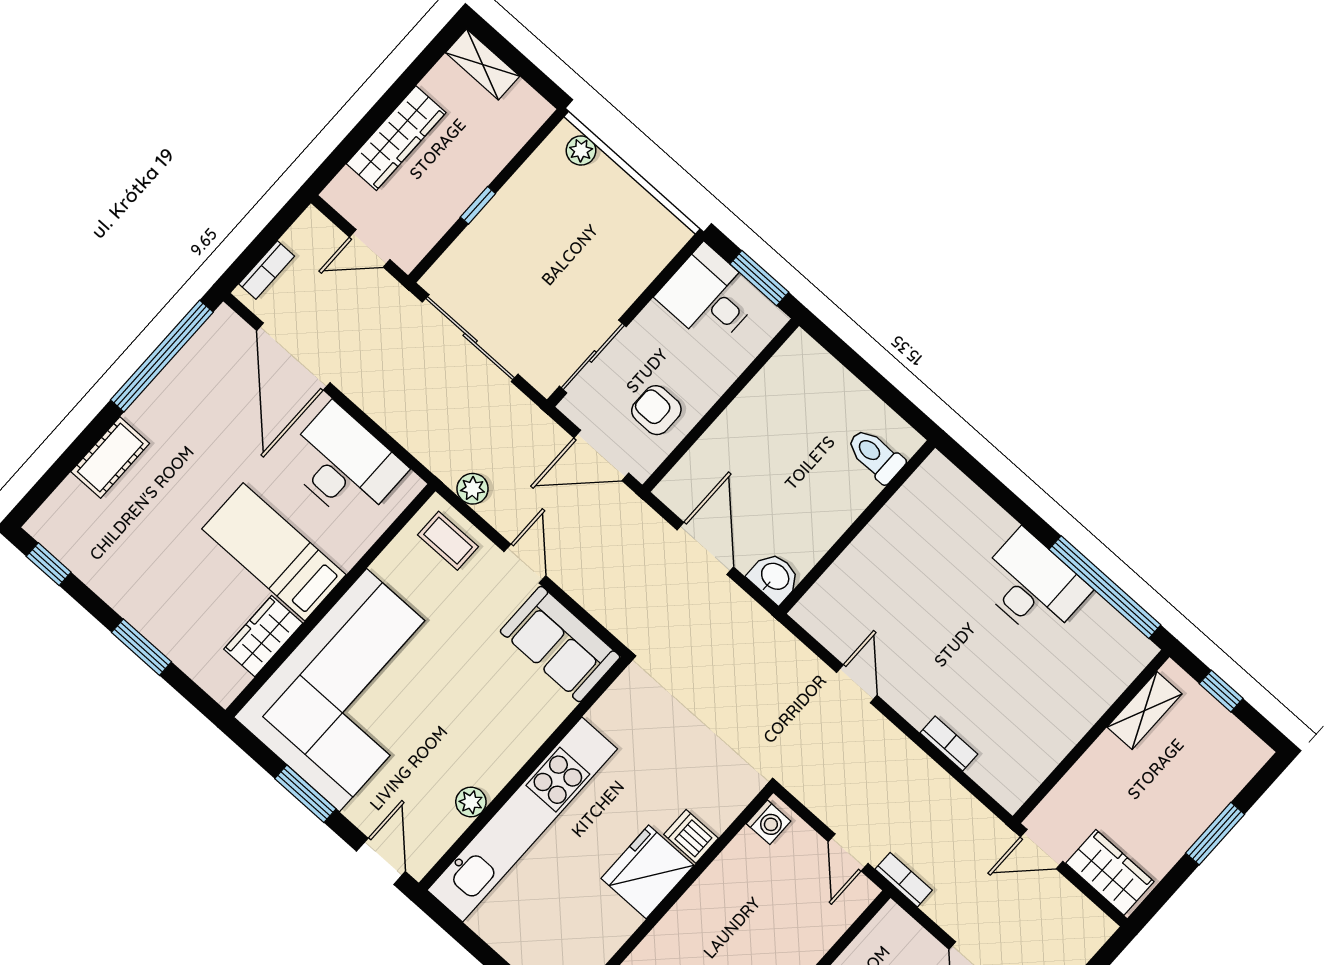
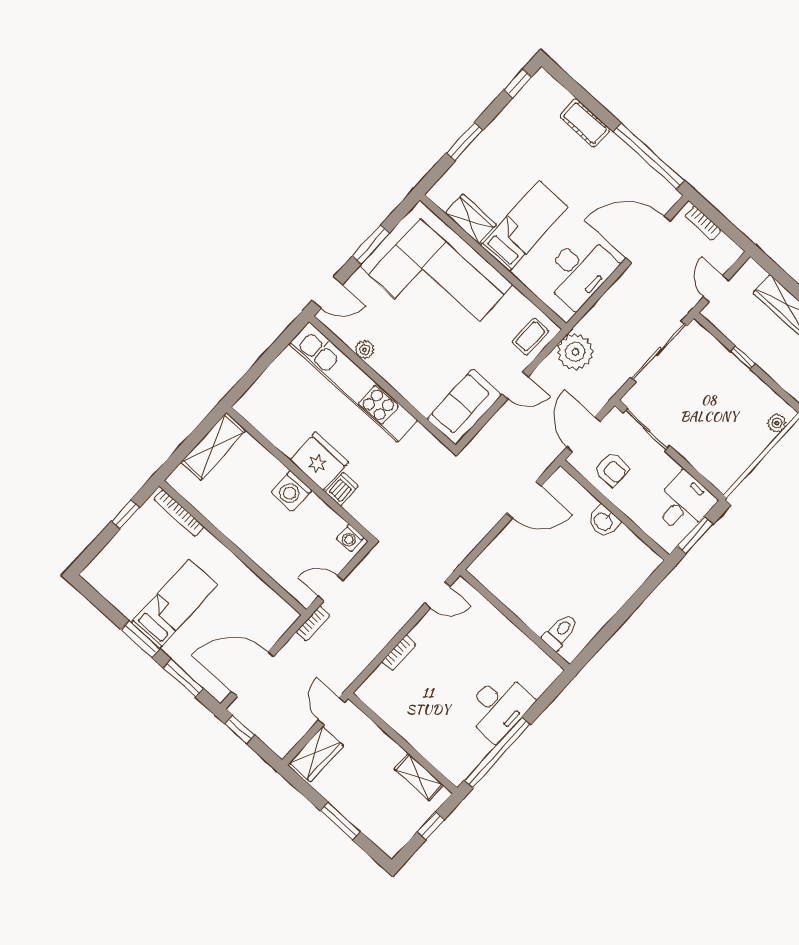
armchair: (656, 410) -> (612, 469), turned 90
toilet: (875, 455) -> (560, 632), moved
plant: (473, 489) -> (575, 352), width x1.87, depth x1.87
wall: (857, 527) -> (515, 620), moved
washbasin: (774, 577) -> (604, 521), moved, turned 90
washing machine: (695, 916) -> (291, 491), added

